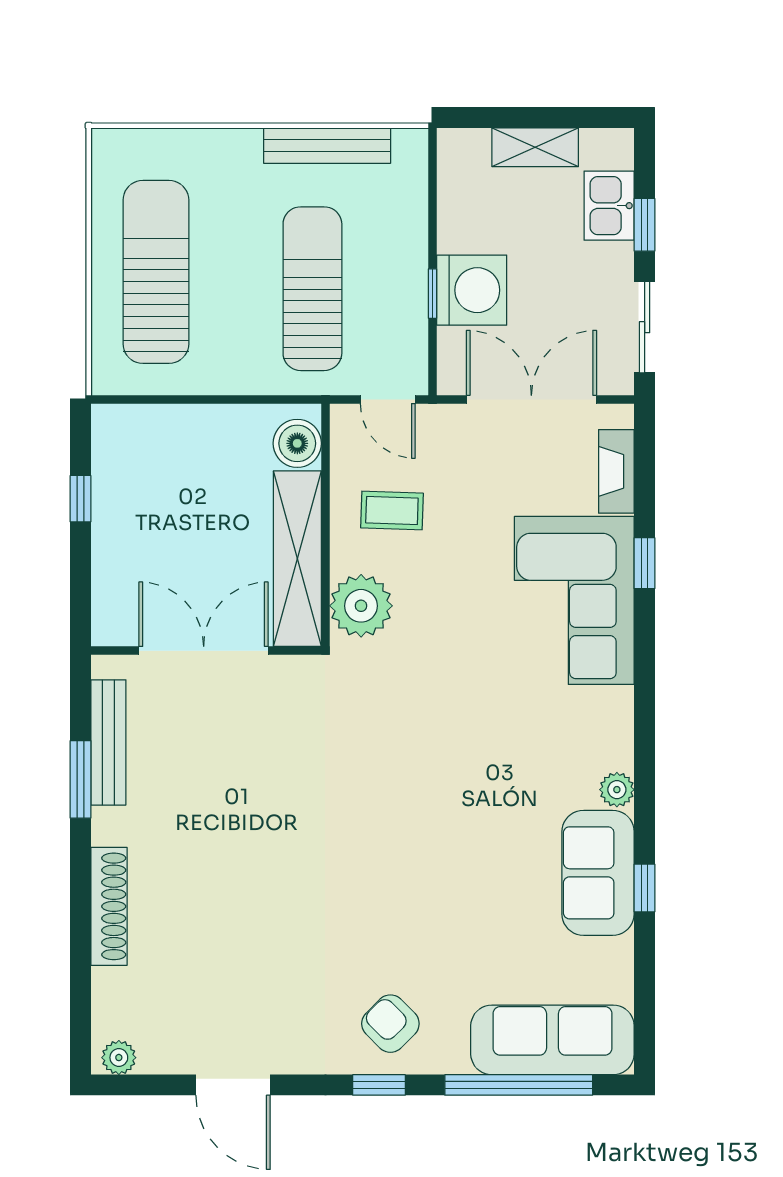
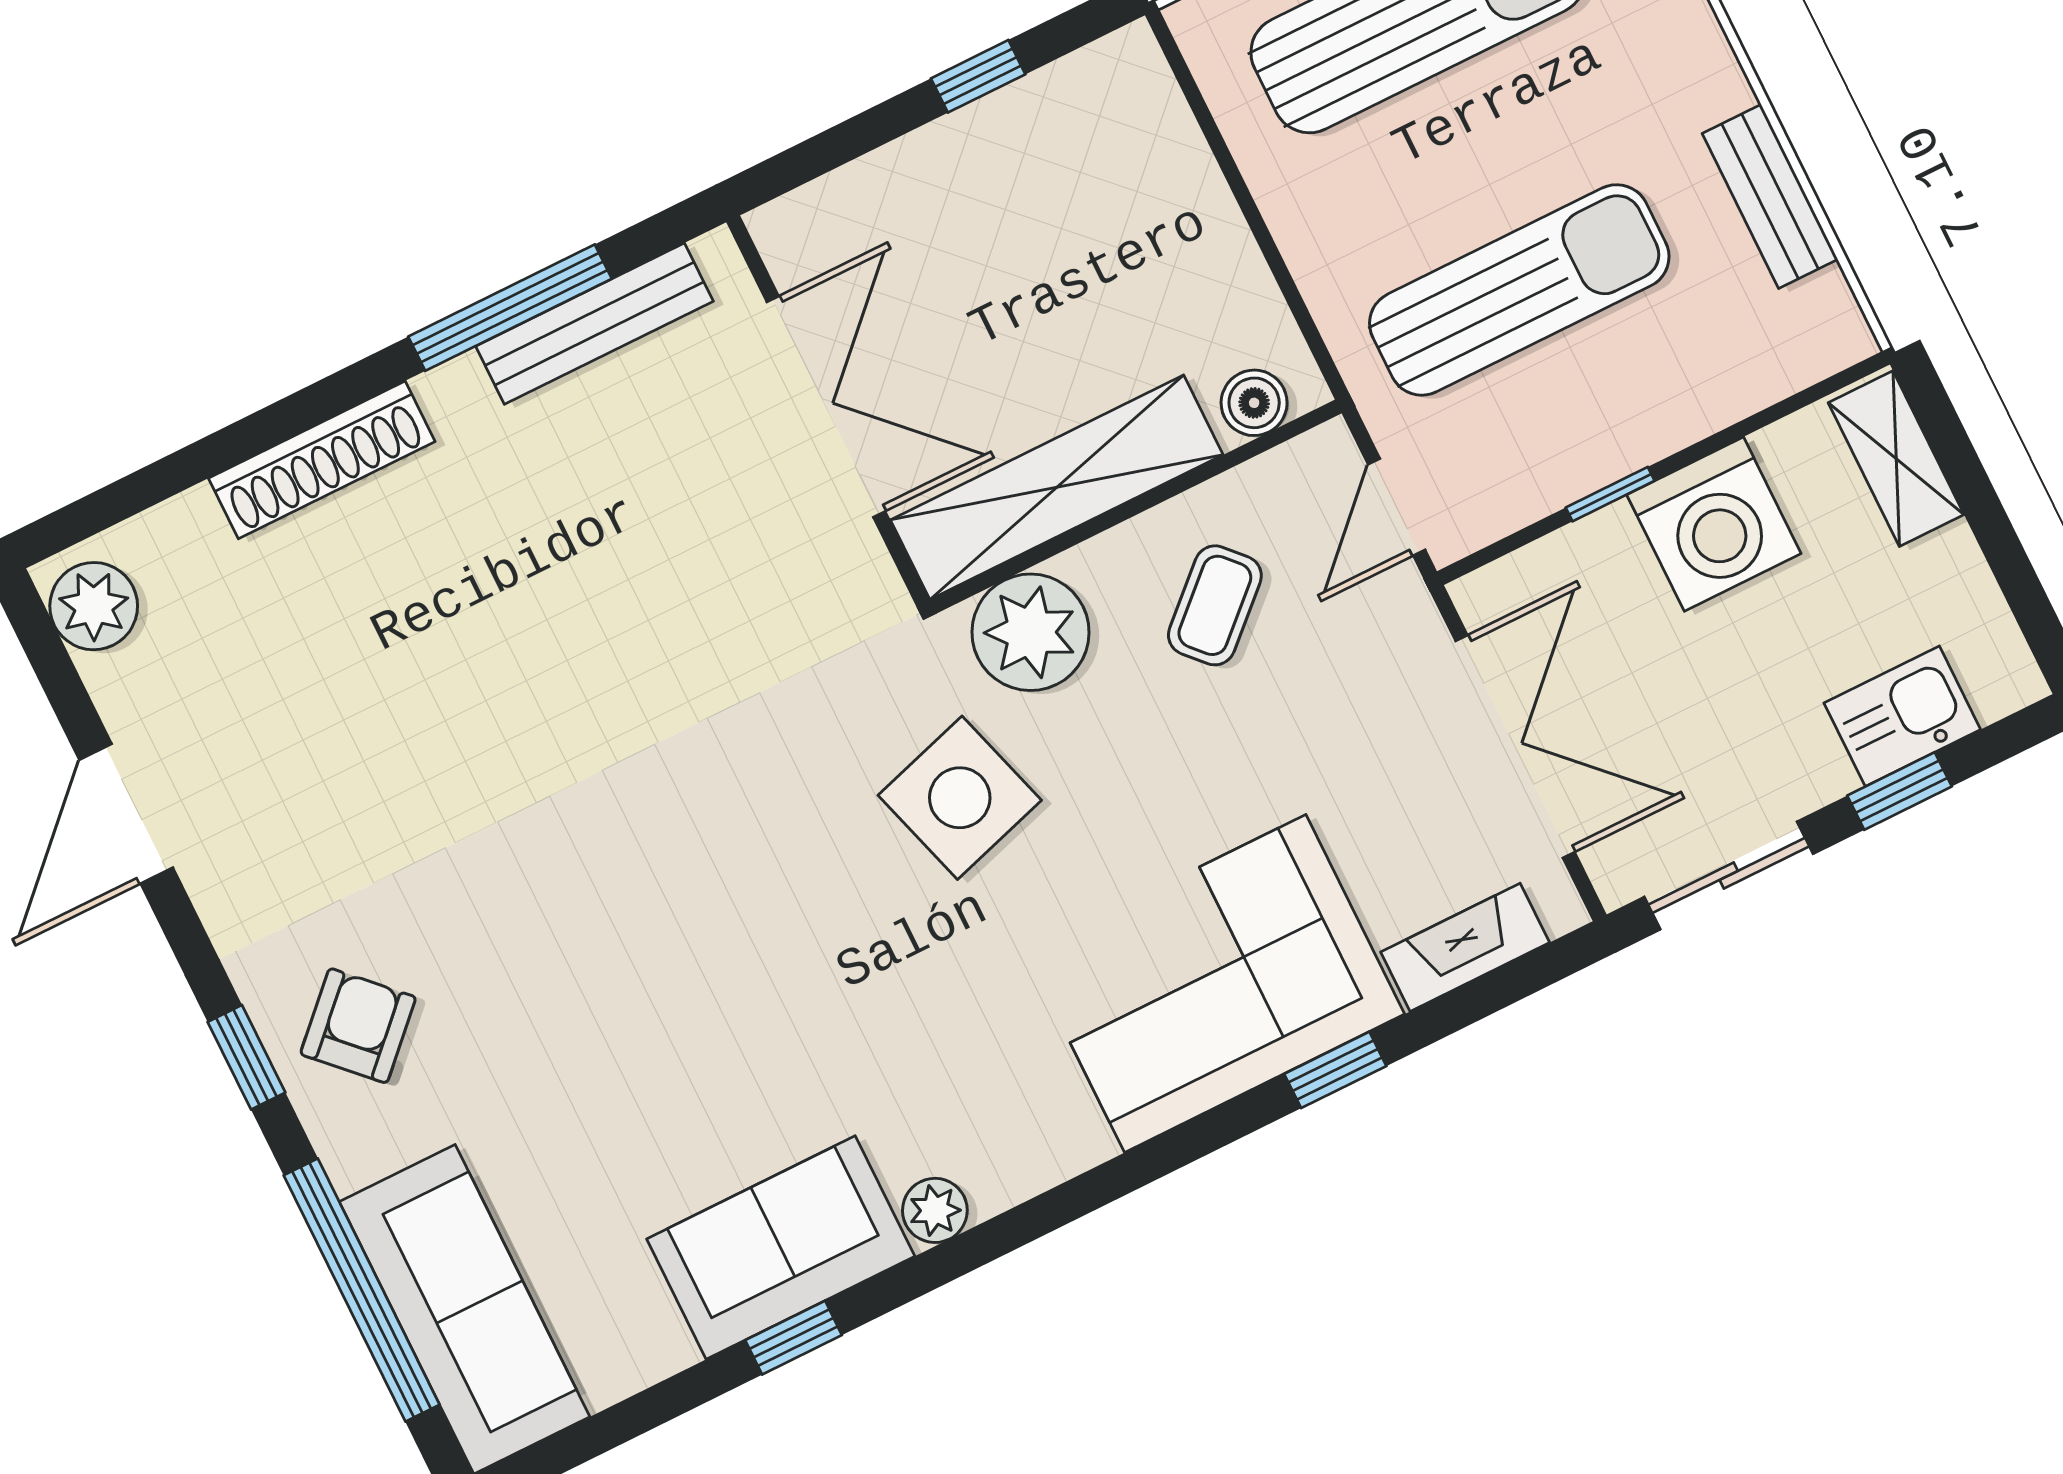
bench: (327, 146) -> (1770, 196), width x0.73
shelving: (535, 147) -> (1896, 459), moved
washing machine: (472, 290) -> (1714, 524), moved
boiler: (297, 443) -> (1254, 403), width x0.73, depth x0.73
coffee table: (392, 511) -> (1215, 605), turned 45
side table: (424, 679) -> (960, 798), added
window: (81, 779) -> (510, 308), width x1.44
plant: (119, 1058) -> (94, 606), width x1.38, depth x1.38

